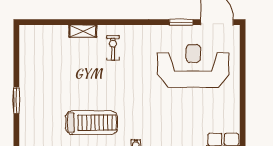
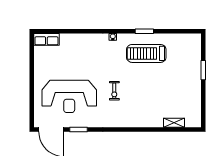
shelving: (83, 31) -> (174, 123), moved
exercise bike: (113, 48) -> (114, 91), moved

